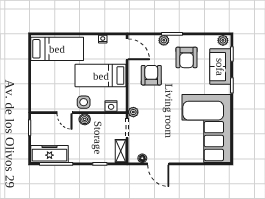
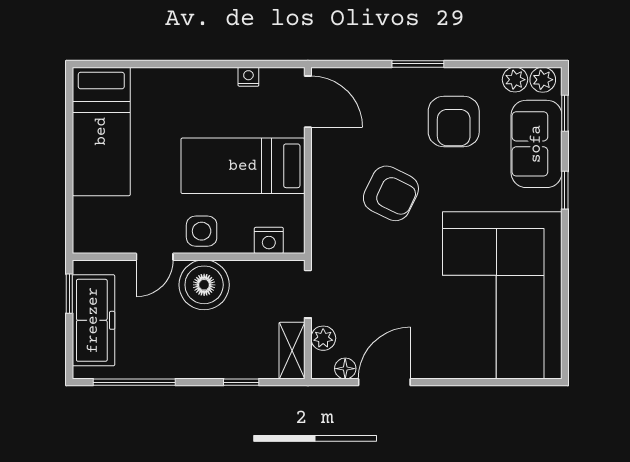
plant: (164, 40) -> (515, 80), moved
bed: (57, 49) -> (101, 131), moved, turned 90
armchair: (151, 75) -> (391, 193), moved, turned 116
plant: (133, 112) -> (323, 338), moved
door: (64, 113) -> (155, 257), hinge flipped
boiler: (85, 119) -> (204, 285), width x1.86, depth x1.86
freezer: (49, 154) -> (93, 320), moved, turned 90
door: (158, 164) -> (384, 382), swing flipped

